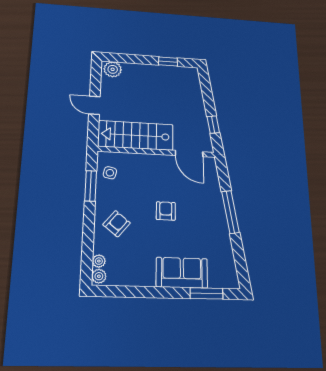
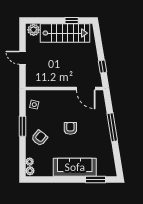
stairs: (136, 135) -> (65, 33), moved, turned 180
window: (91, 186) -> (22, 126), moved
sofa: (182, 273) -> (75, 167), width x1.36

